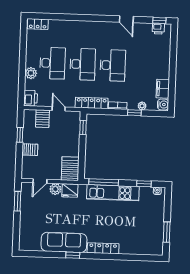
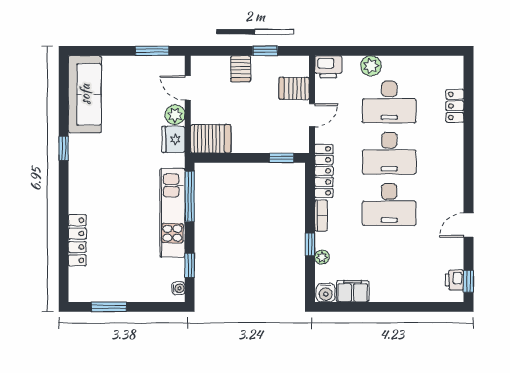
locker: (38, 24) -> (455, 106), moved
sofa: (64, 242) -> (85, 94), moved
locker: (103, 248) -> (77, 240), moved

